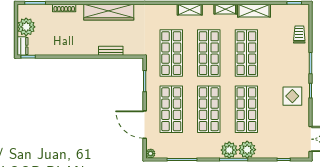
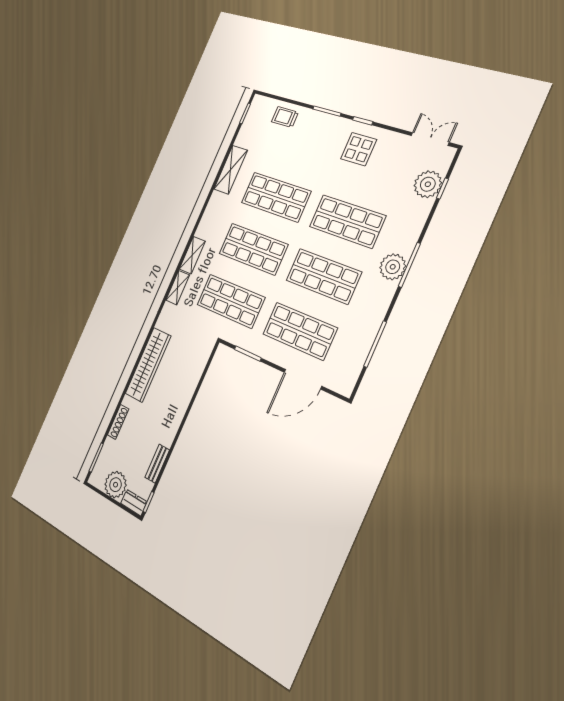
shelving: (225, 9) -> (178, 288), moved
bench: (111, 51) -> (157, 464), moved
plant: (247, 150) -> (428, 184), moved
plant: (151, 154) -> (346, 388), removed

